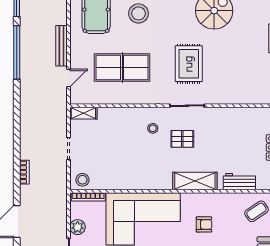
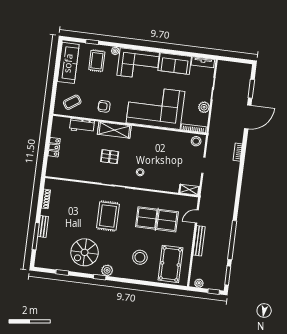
pallet: (182, 139) -> (110, 157), moved
armchair: (204, 224) -> (104, 106), moved

